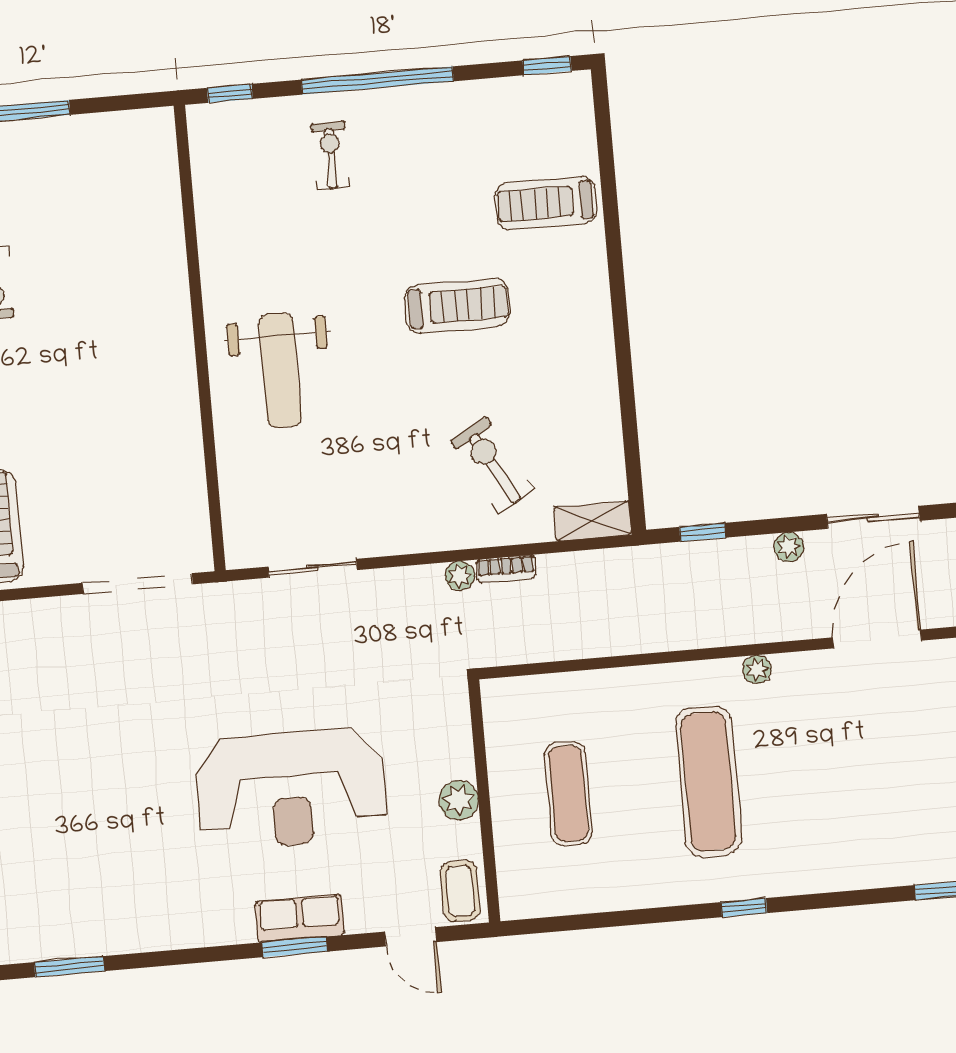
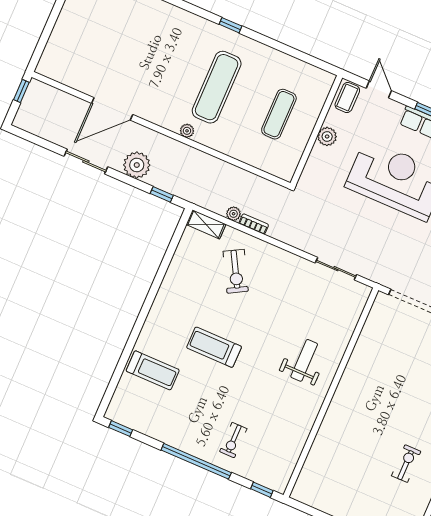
weight bench: (280, 370) -> (304, 360), width x0.73, depth x0.75
plant: (789, 547) -> (137, 165), width x1.88, depth x1.88
plant: (460, 576) -> (234, 214), moved
plant: (757, 669) -> (187, 131), moved

